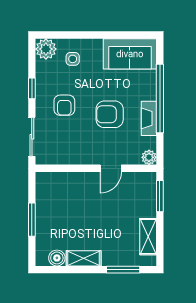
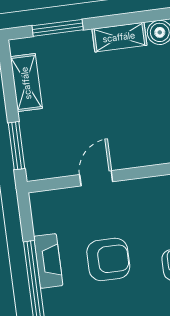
plant: (149, 157) -> (41, 202), removed

